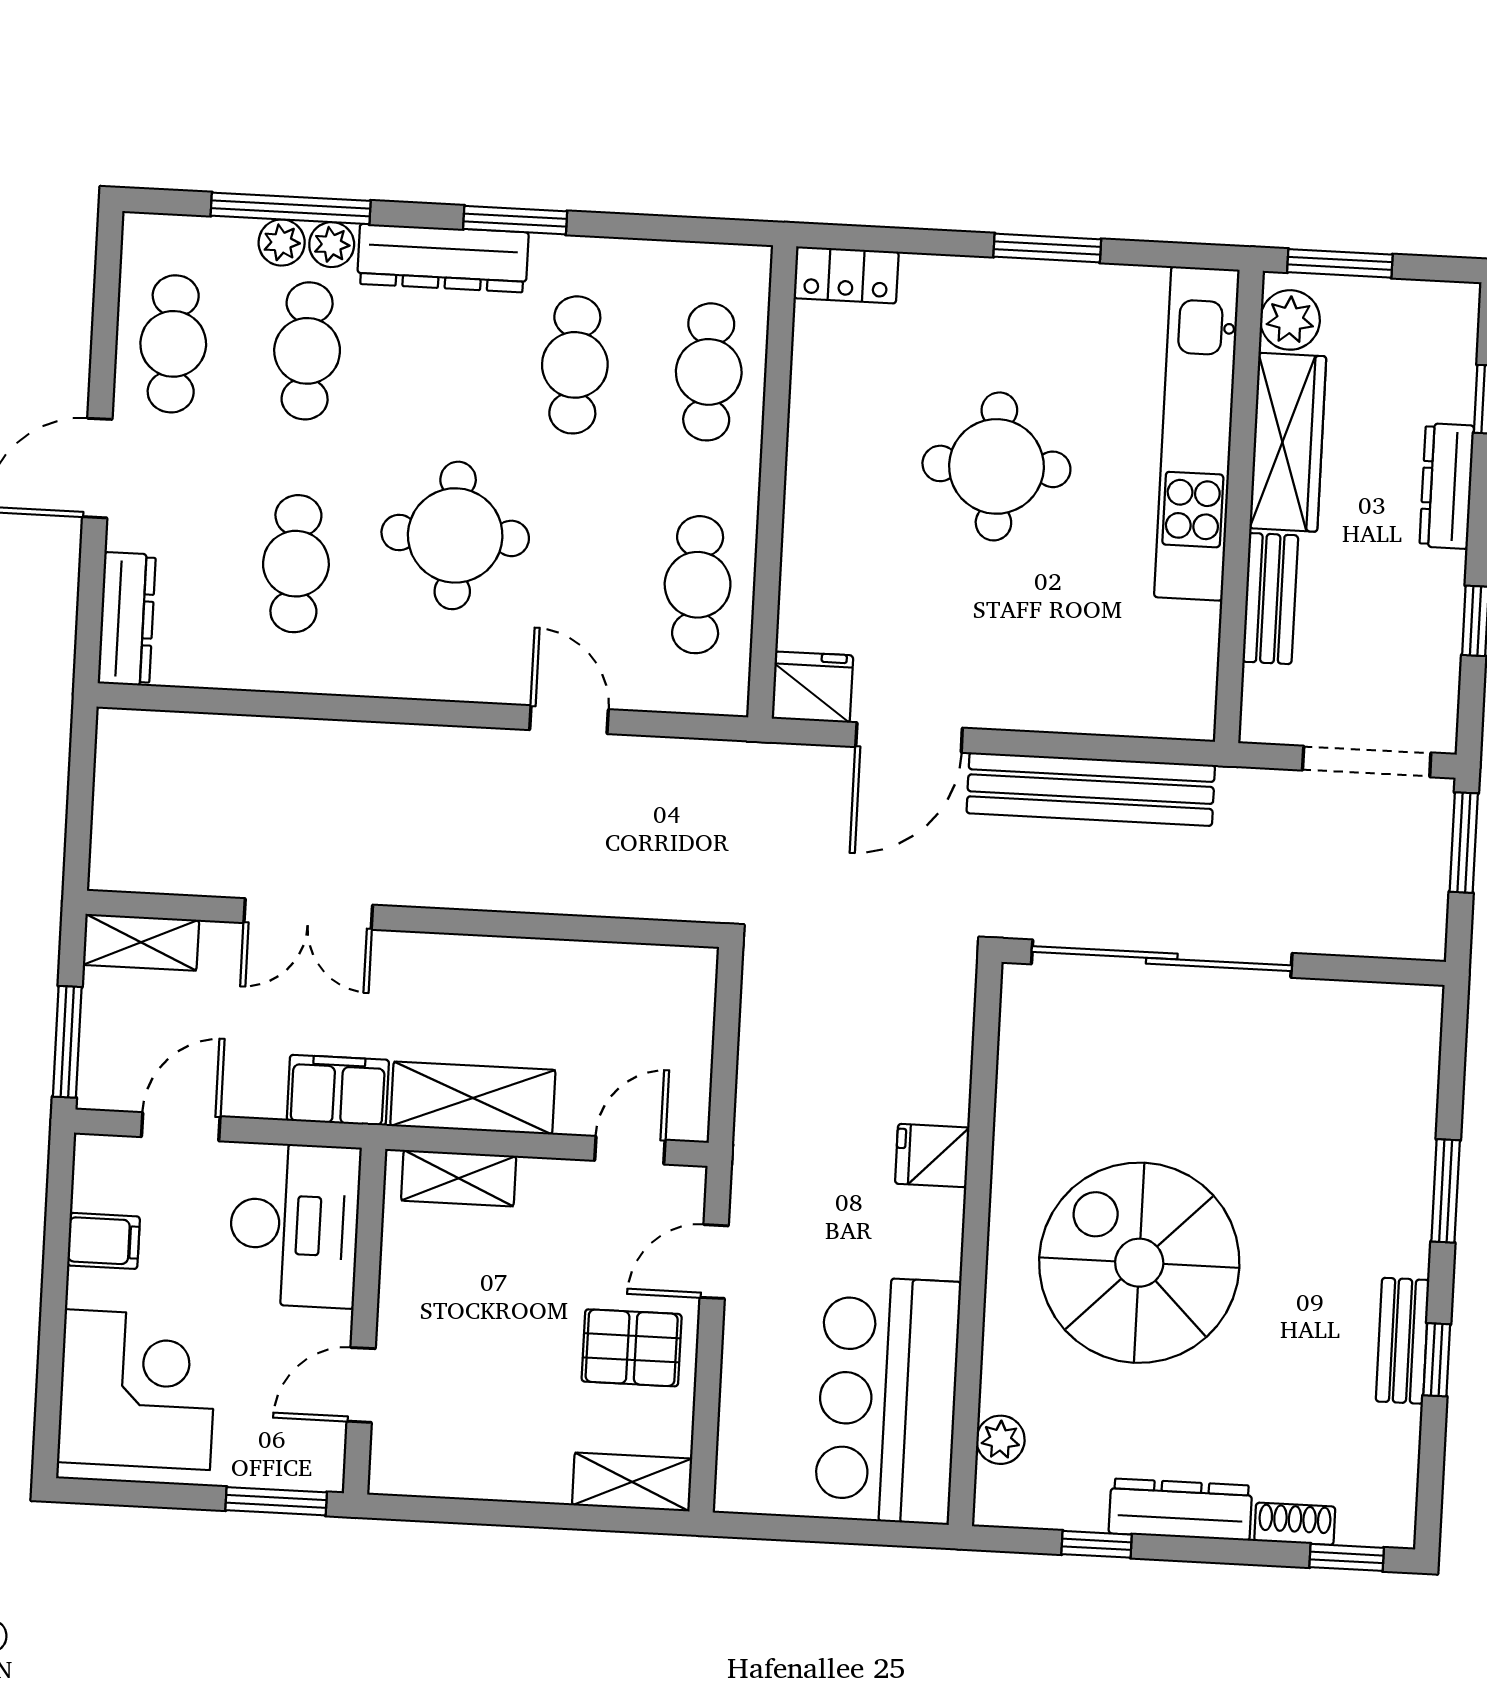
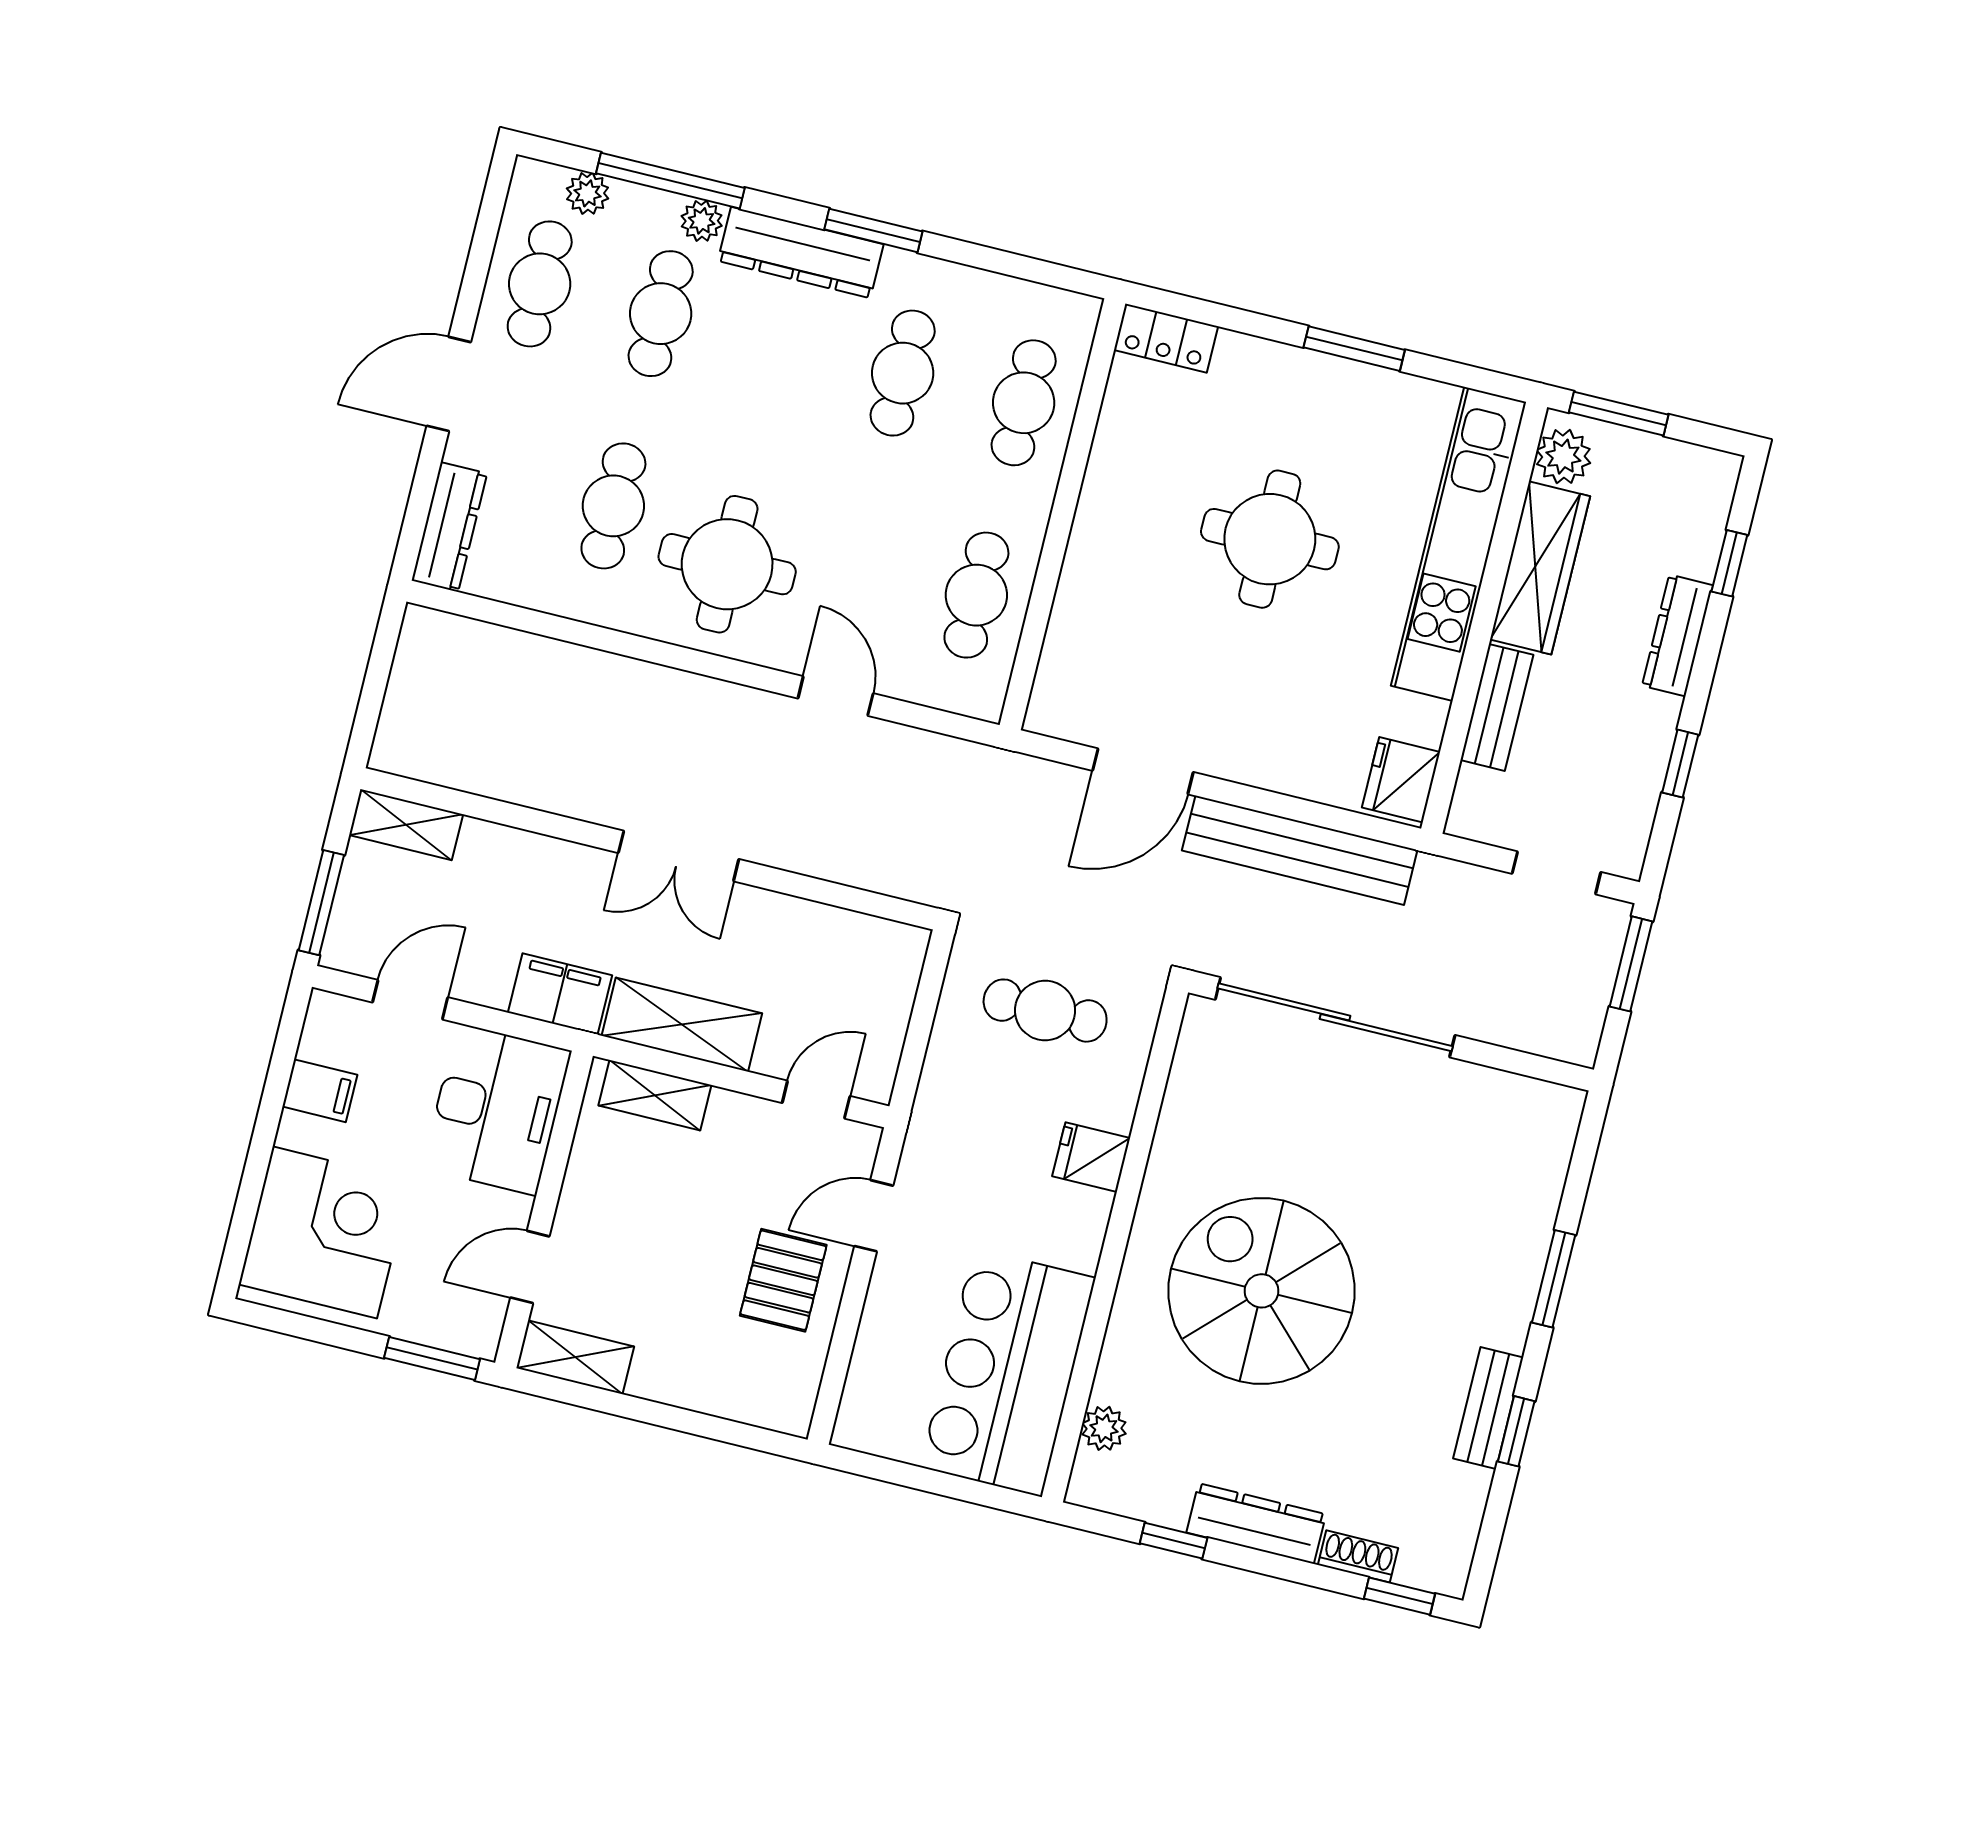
plant: (282, 243) -> (588, 193), moved
round table: (455, 535) -> (727, 564), moved
fridge: (812, 687) -> (1401, 780), moved, turned -90
doorway: (1367, 761) -> (1556, 873), width x0.73
double door: (308, 914) -> (679, 856), moved
cafe table: (854, 1010) -> (1045, 1011), added
pallet: (632, 1348) -> (783, 1280), turned 90
shelving: (632, 1482) -> (575, 1357), moved

